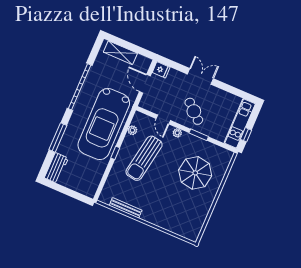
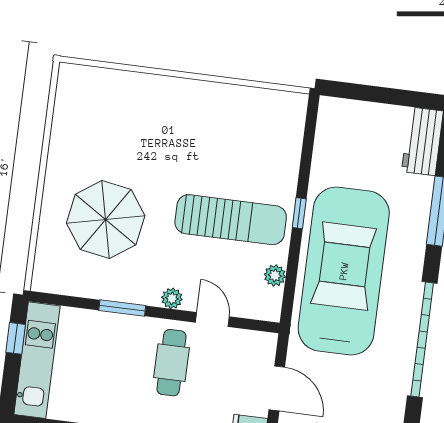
cafe table: (194, 111) -> (171, 363), moved, turned 48
sun lounger: (144, 158) -> (231, 220), turned 80
bench: (126, 208) -> (241, 96), removed

